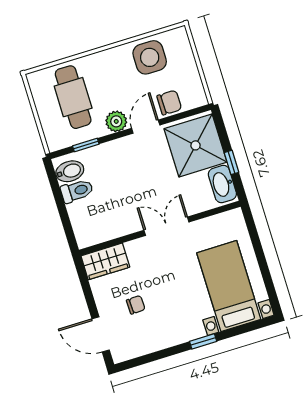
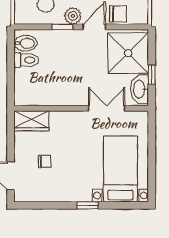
window: (86, 145) -> (63, 27), moved
double door: (166, 226) -> (107, 108), moved

